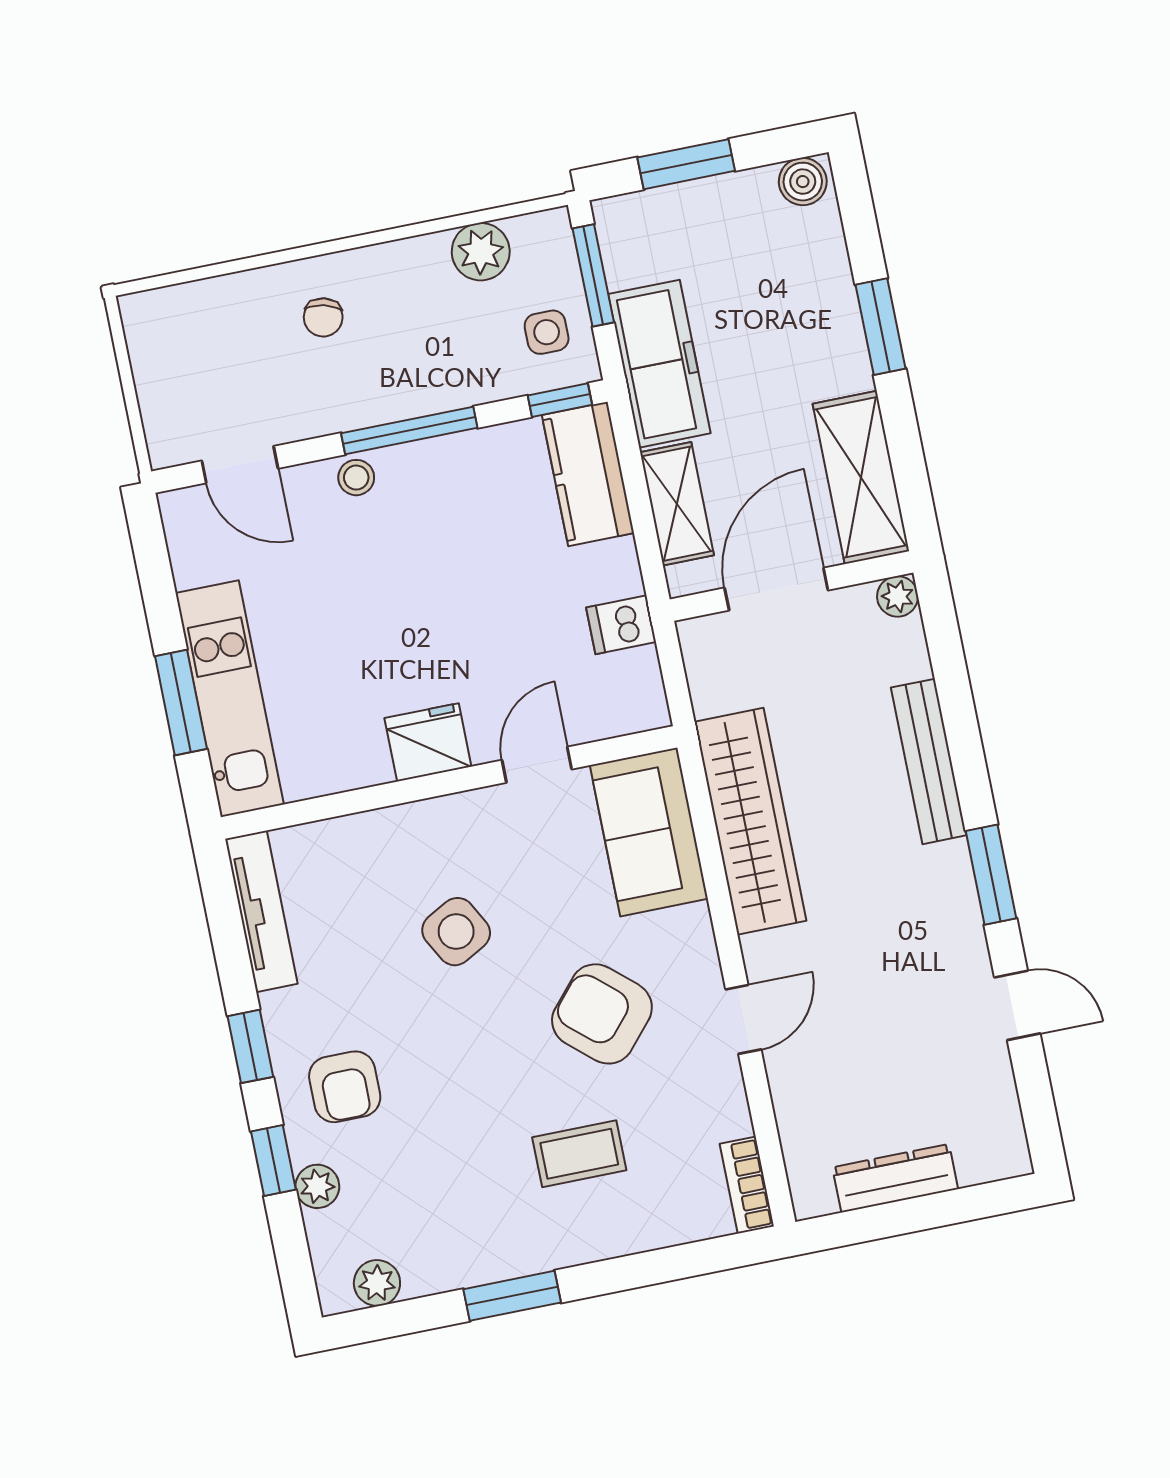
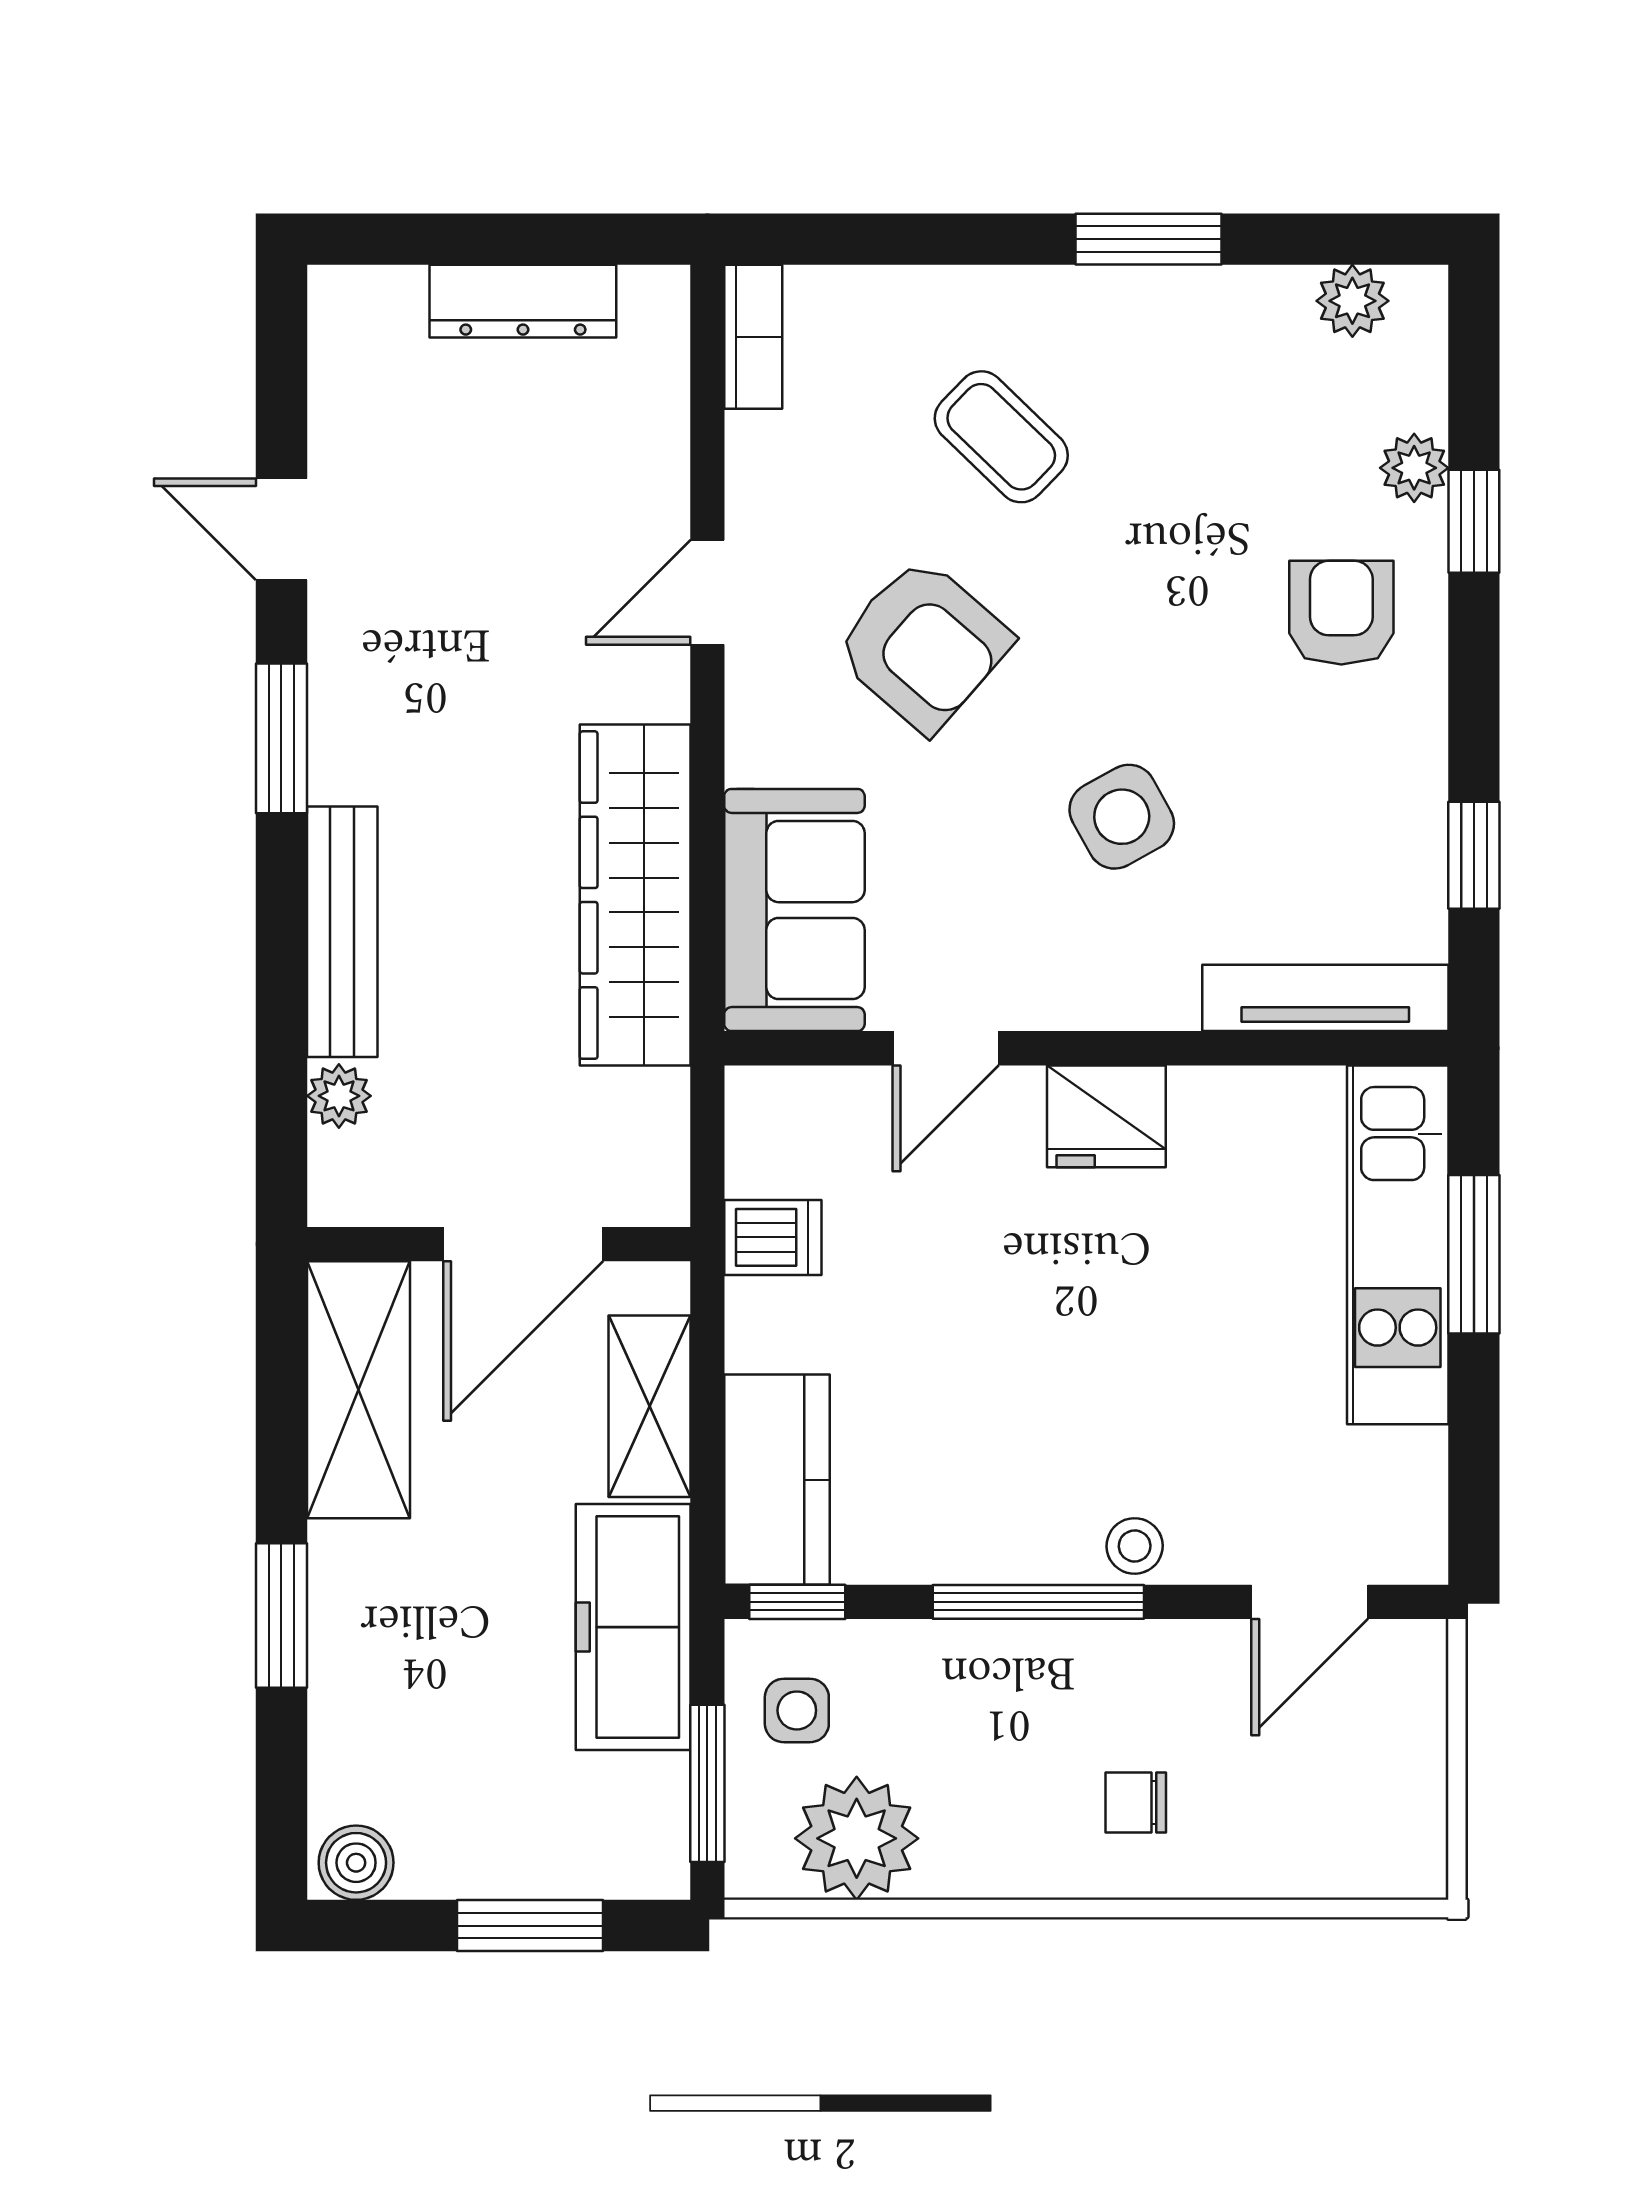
plant: (481, 252) -> (857, 1838), width x1.36, depth x1.36
chair: (323, 317) -> (1136, 1802), turned -104
door: (240, 465) -> (1310, 1602), swing flipped
plant: (898, 596) -> (339, 1096), moved
tv unit: (261, 911) -> (1325, 998), moved, turned 90
window: (250, 1046) -> (1474, 855), moved
coffee table: (579, 1154) -> (1001, 437), turned 44

